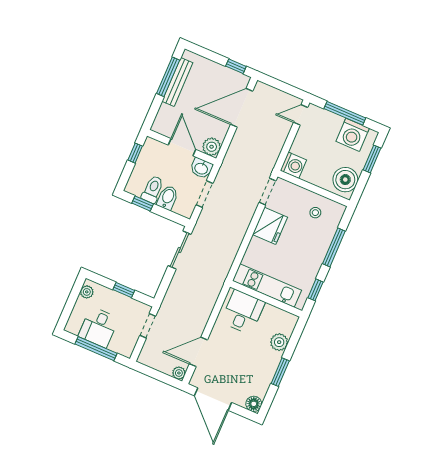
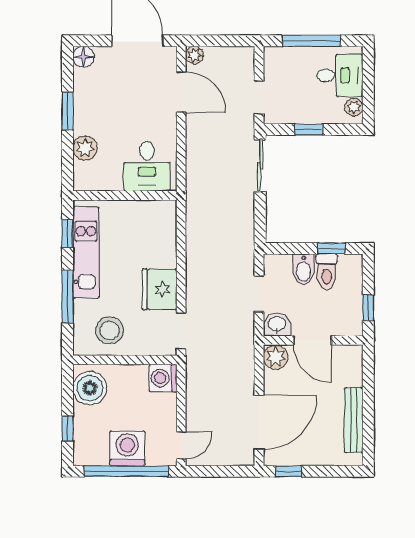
window: (168, 77) -> (368, 421), removed
window: (345, 113) -> (126, 471), width x1.46
washing machine: (353, 135) -> (127, 448), moved
window: (372, 159) -> (68, 428), width x0.67
stool: (315, 213) -> (110, 330), width x1.89, depth x1.89
sliding door: (180, 250) -> (260, 166), moved
kitchen unit: (267, 285) -> (86, 252), moved, turned -90
desk: (99, 327) -> (340, 75), moved, turned 90
door: (198, 352) -> (181, 92), hinge flipped

